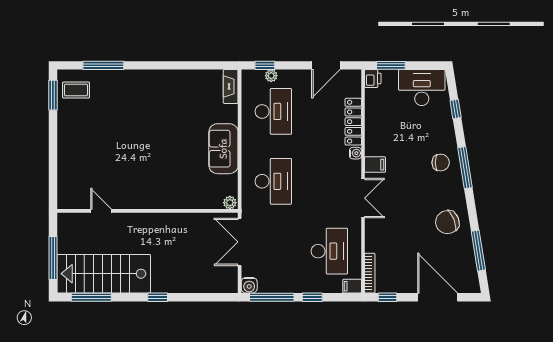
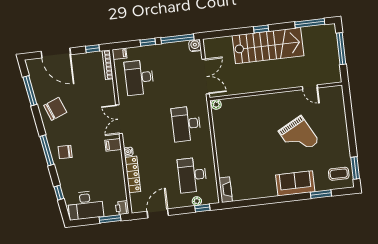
window: (103, 65) -> (321, 194), width x0.69
grand piano: (124, 147) -> (299, 136), added
sofa: (223, 149) -> (295, 183), moved, turned -90
stairs: (104, 274) -> (268, 46), moved

